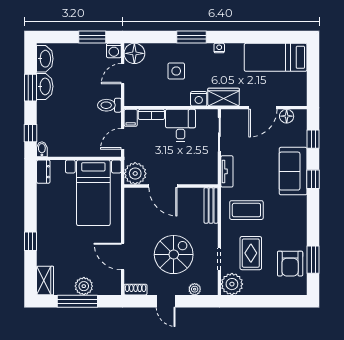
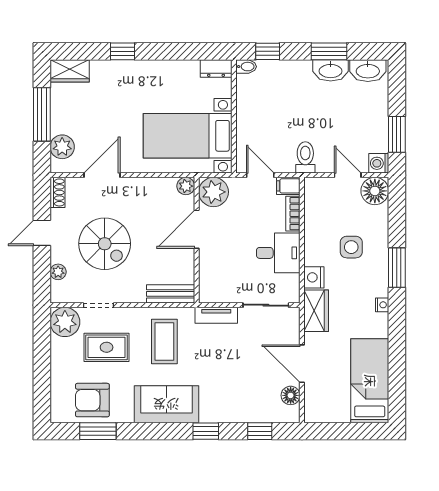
sofa: (293, 171) -> (166, 404), moved
plant: (131, 194) -> (186, 186), added
plant: (84, 286) -> (62, 147), moved

